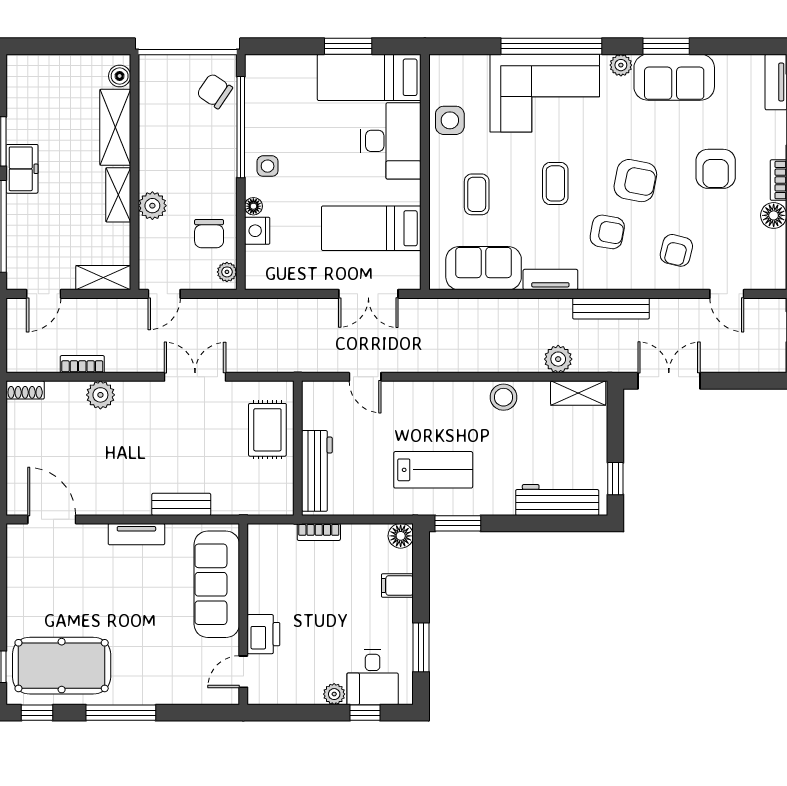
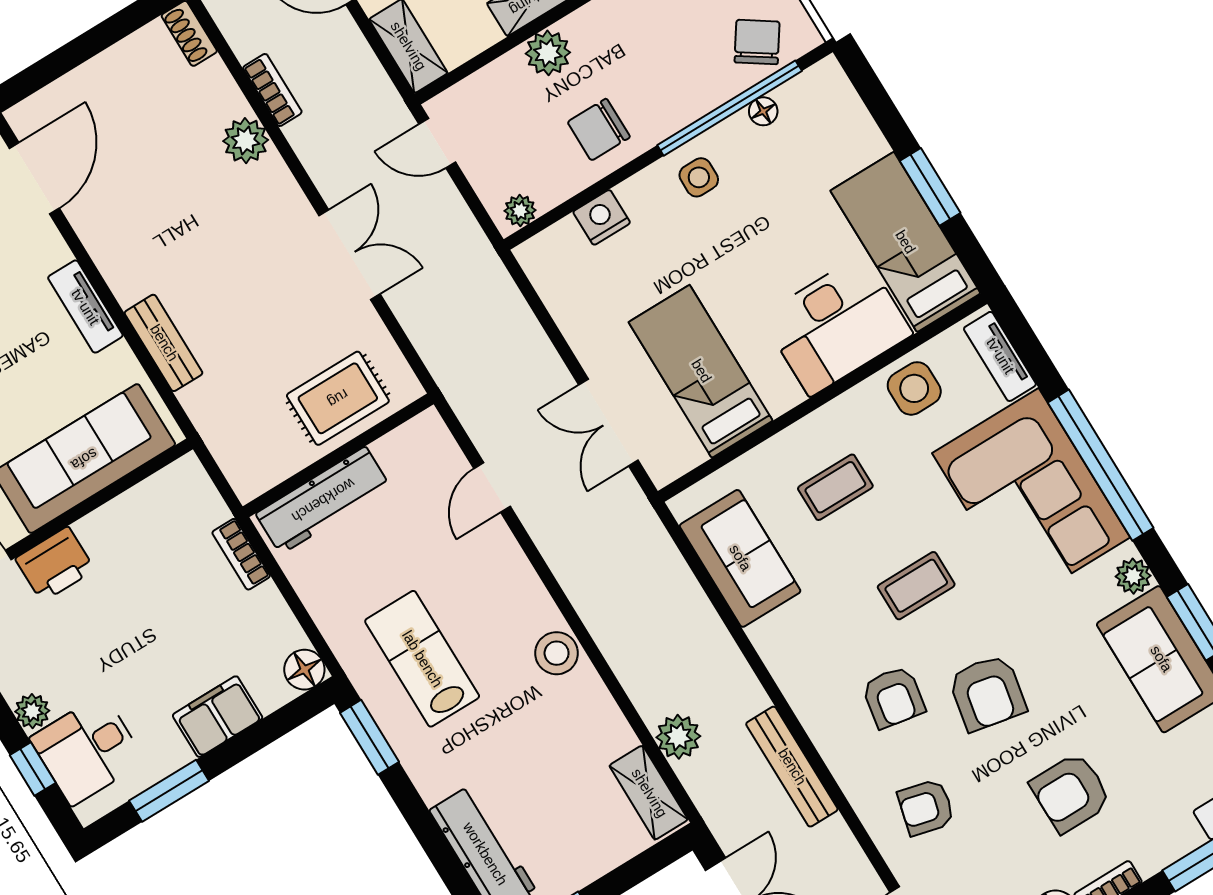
floor lamp: (253, 206) -> (763, 111), moved
chair: (209, 234) -> (599, 130), moved
tv unit: (550, 280) -> (1000, 356), moved, turned 180
stool: (504, 397) -> (557, 653), moved
lab bench: (433, 470) -> (422, 659), turned 180
filing cabinet: (397, 586) -> (218, 717), width x2.00

